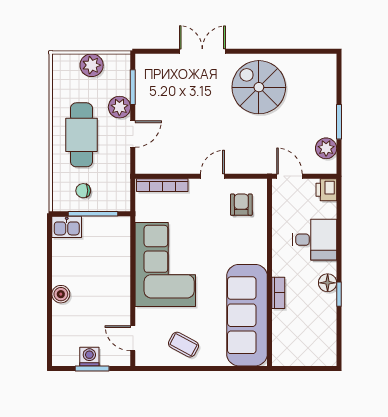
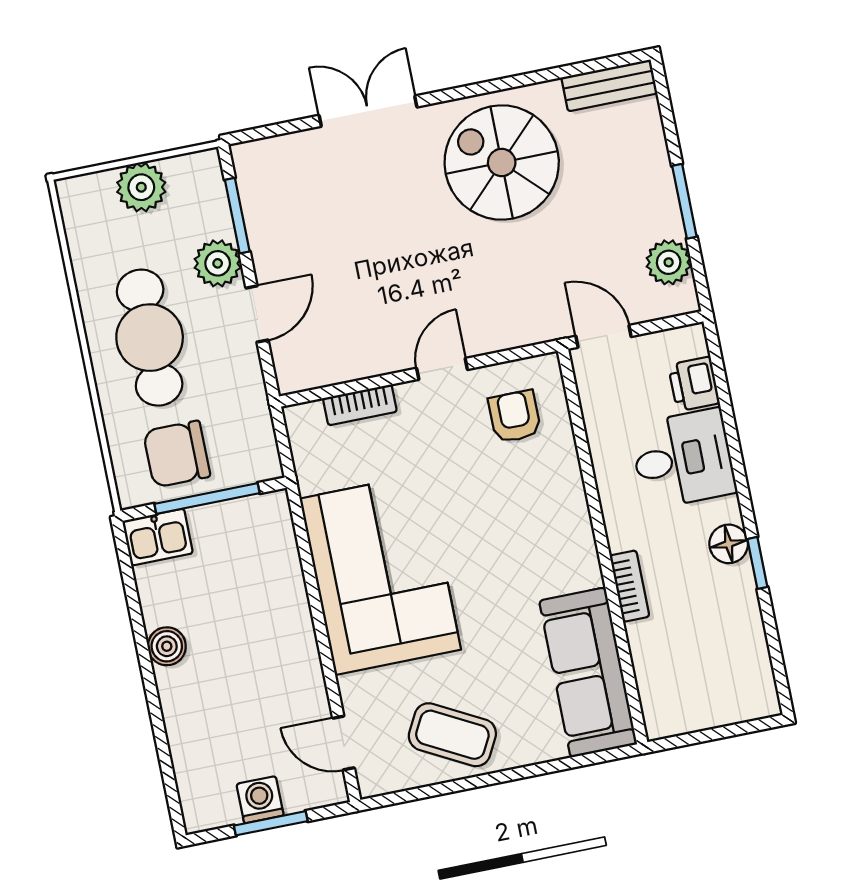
bench: (315, 62) -> (609, 85), added
bookcase: (162, 185) -> (360, 405), width x0.64
printer: (326, 190) -> (694, 384), moved
chair: (83, 191) -> (177, 454), width x1.87, depth x1.87
boiler: (61, 294) -> (167, 646), moved
sofa: (247, 315) -> (588, 672), width x0.74, depth x0.79
coffee table: (183, 345) -> (452, 735), width x1.36, depth x1.30

